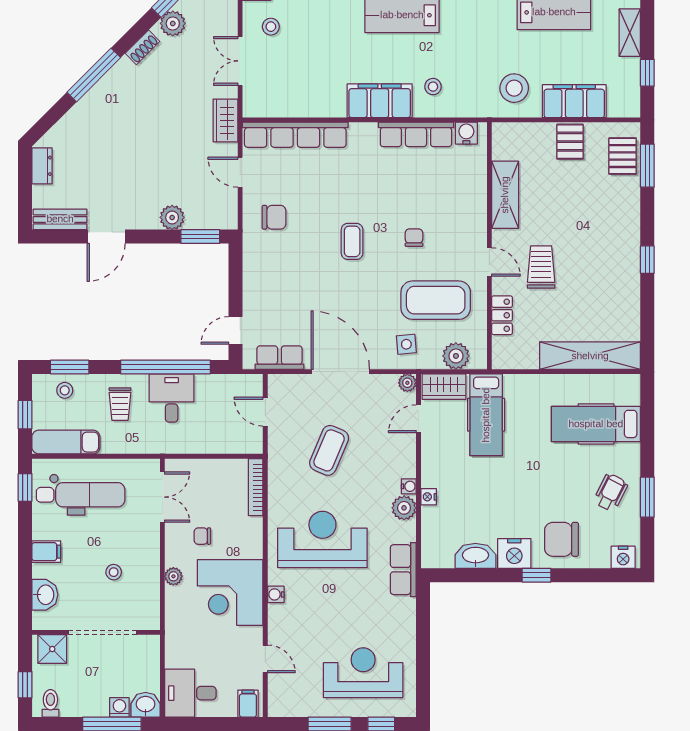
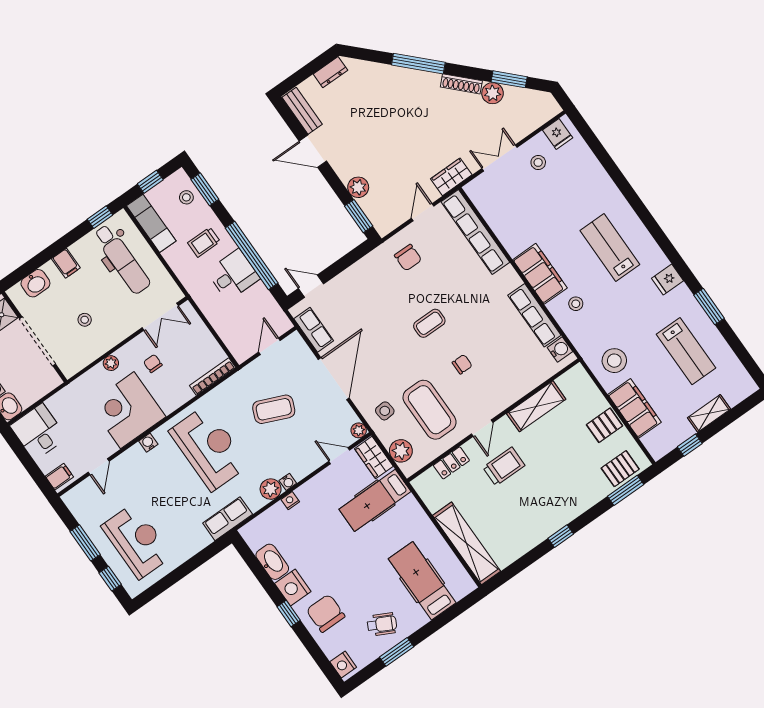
shoe rack: (143, 47) -> (461, 84), width x1.43

